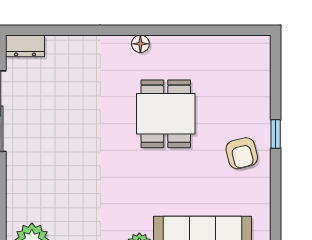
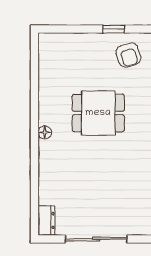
armchair: (242, 153) -> (128, 55), turned 87

